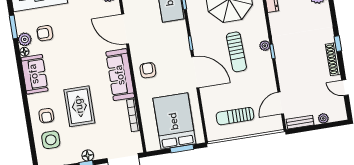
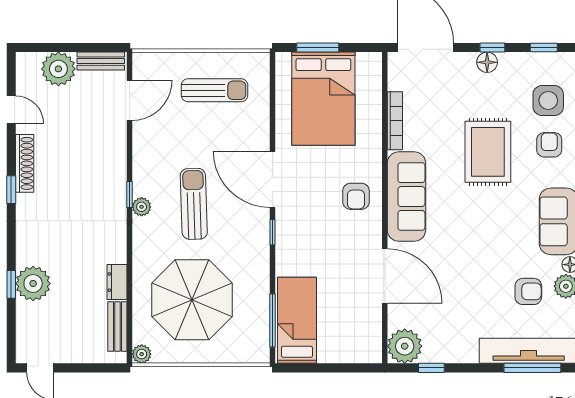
plant: (323, 118) -> (58, 69), width x1.87, depth x1.87

